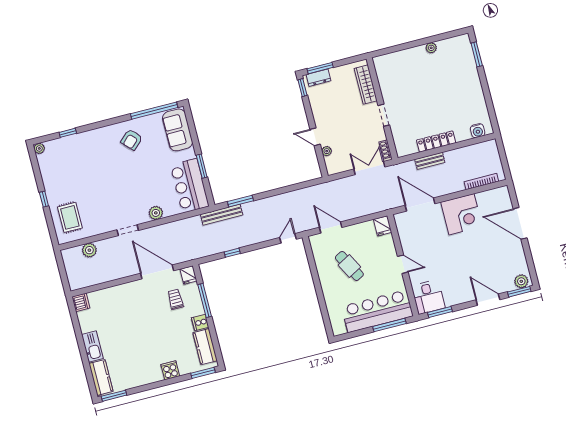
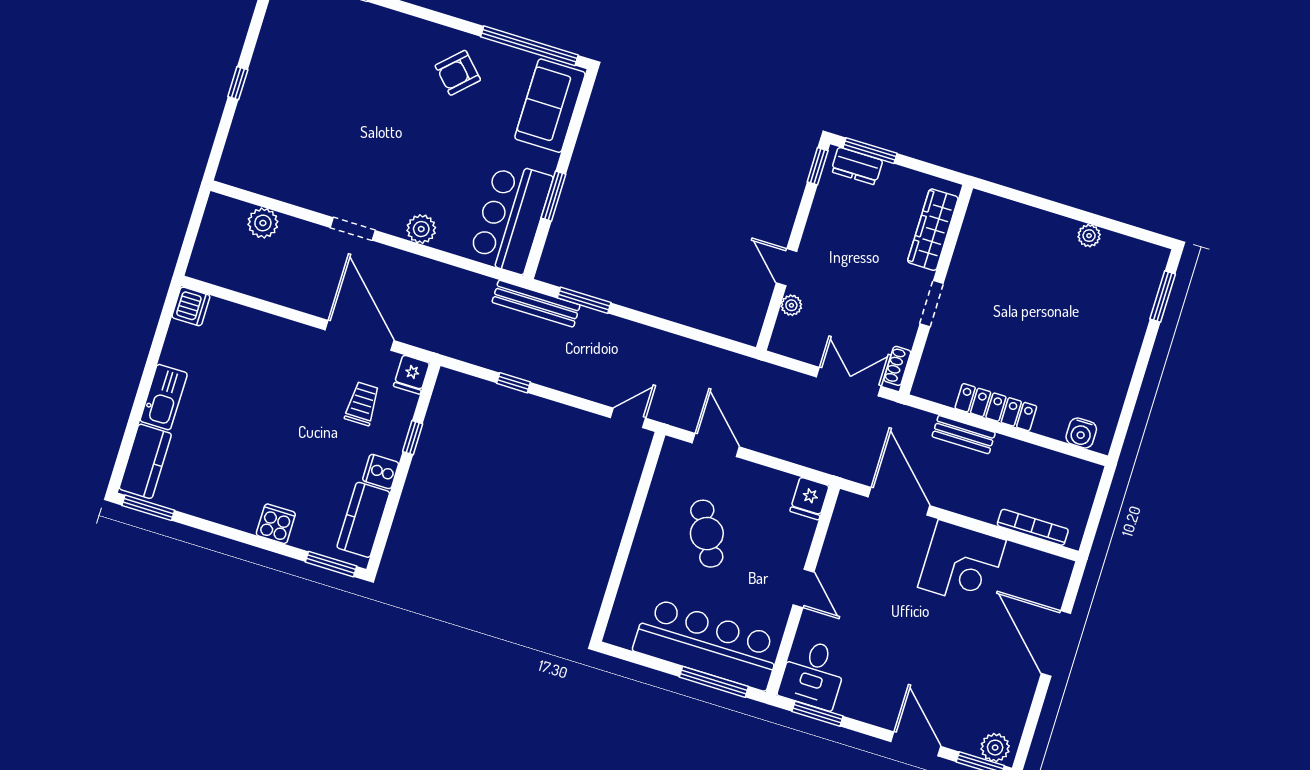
rug: (70, 217) -> (264, 144), removed
window: (205, 301) -> (413, 438), width x0.46

